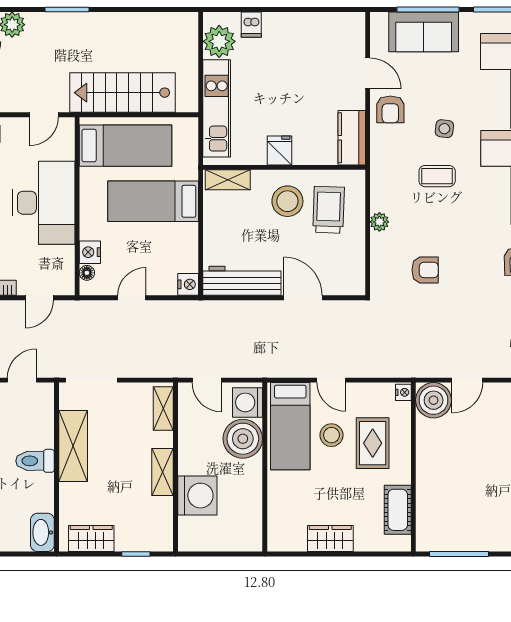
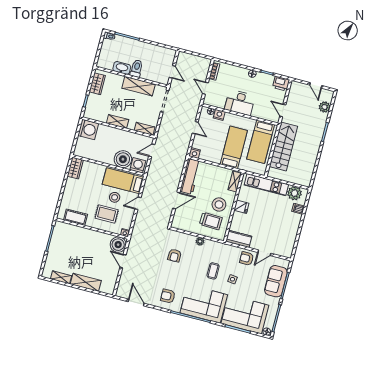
desk: (44, 203) -> (240, 103), width x0.73, depth x0.77
washing machine: (197, 496) -> (88, 130), moved, turned -90
washbasin: (42, 532) -> (122, 68), moved
wardrobe: (330, 539) -> (75, 168), moved

